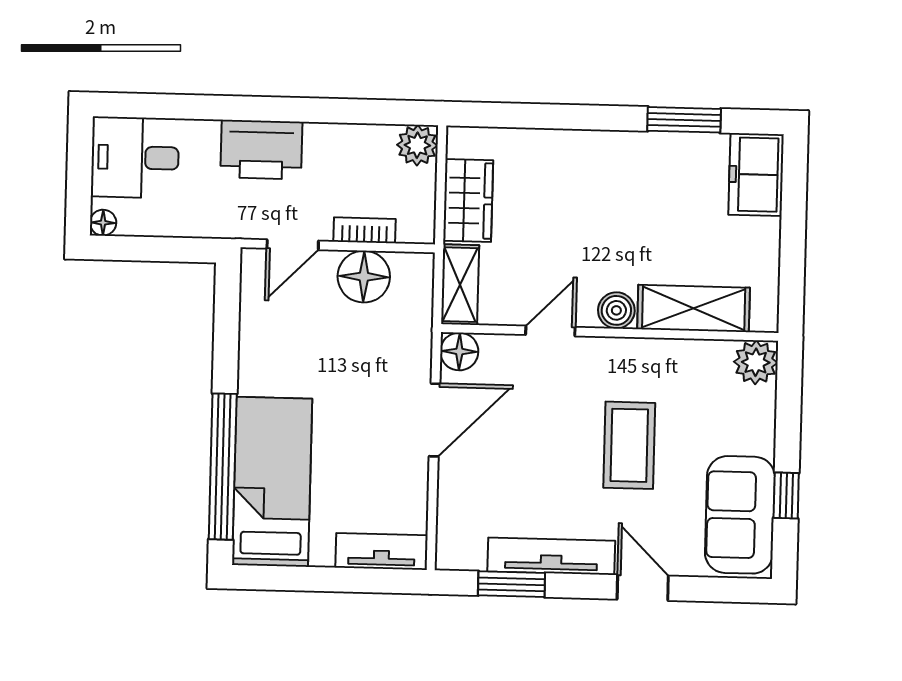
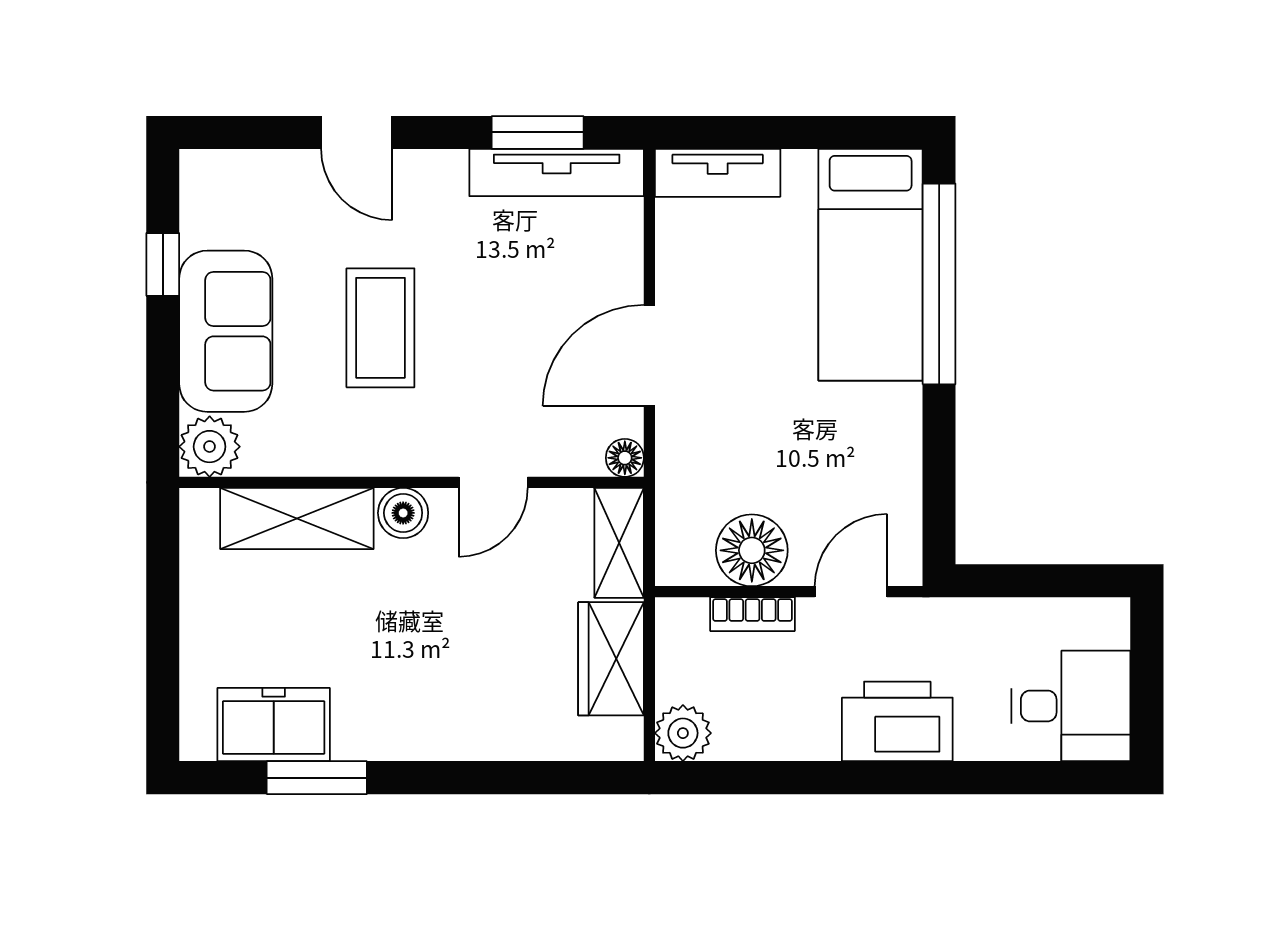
freezer: (756, 175) -> (274, 725), moved, turned -90
floor lamp: (103, 223) -> (1112, 615), removed
floor lamp: (459, 351) -> (625, 458), width x0.73, depth x0.73
sofa: (740, 515) -> (226, 331), moved
tv unit: (551, 556) -> (557, 173), moved

